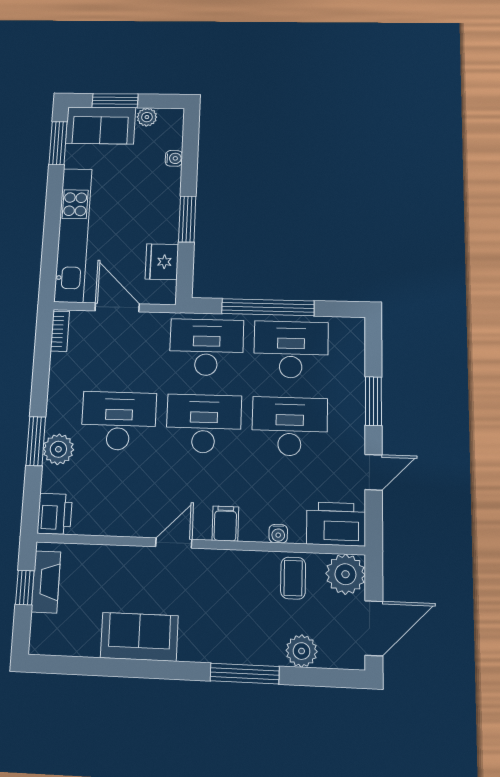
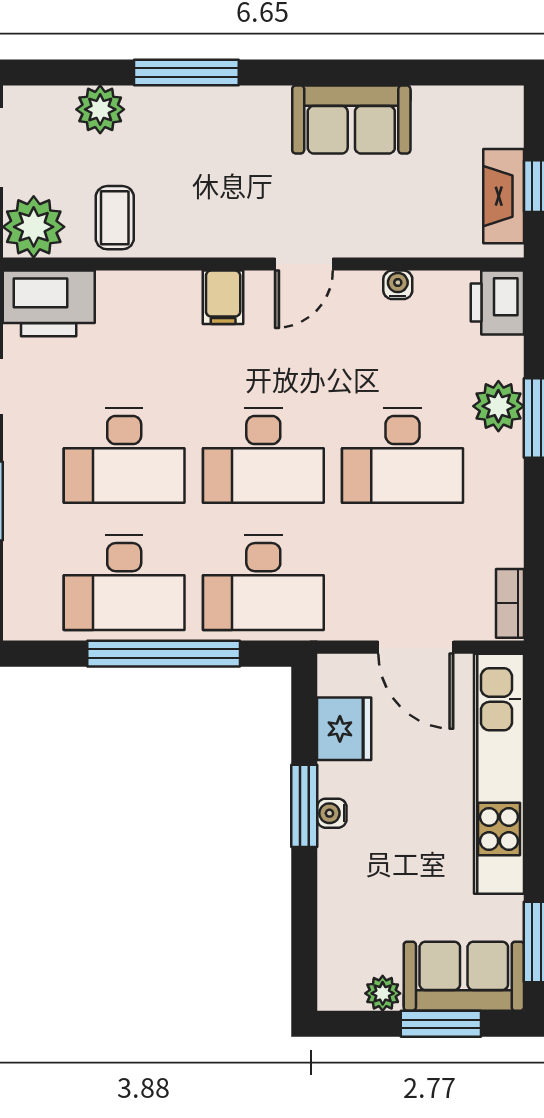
water cooler: (174, 158) -> (332, 813), moved
water cooler: (278, 534) -> (398, 285), moved

